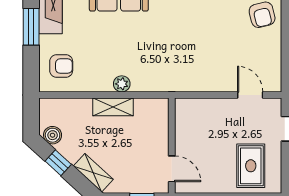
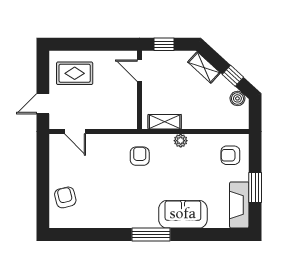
armchair: (171, 65) -> (140, 156), added
shelving: (113, 107) -> (165, 122), moved
rug: (251, 166) -> (75, 73), turned 90

